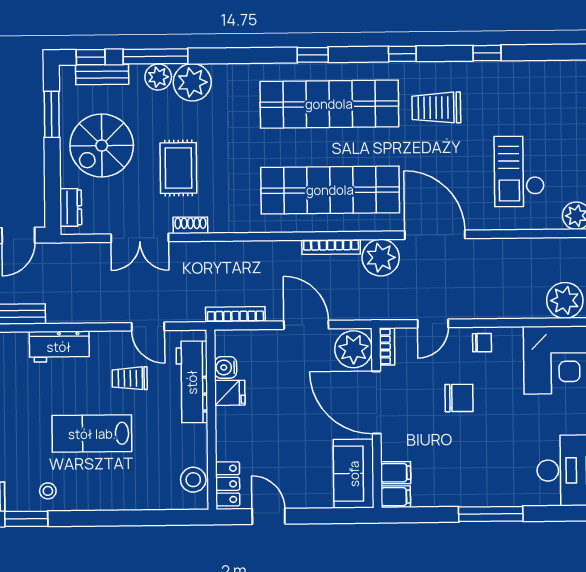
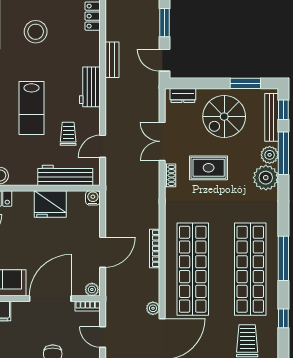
window: (313, 55) -> (283, 258), width x2.17
bench: (102, 74) -> (272, 117), width x1.36
spiral stairs: (102, 145) -> (224, 117), turned -90
bookcase: (331, 247) -> (155, 248), moved
plant: (381, 258) -> (153, 308), width x0.53, depth x0.53
bookcase: (235, 314) -> (110, 205), removed
plant: (354, 349) -> (92, 290), width x0.53, depth x0.53
water cooler: (226, 367) -> (93, 198), moved
fridge: (230, 393) -> (50, 204), width x1.88, depth x1.34
lab bench: (92, 434) -> (31, 108), turned 180

